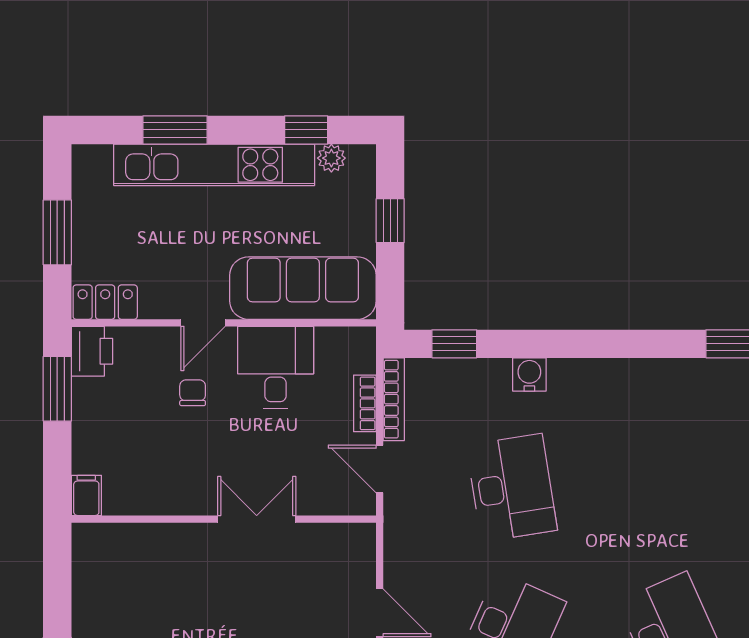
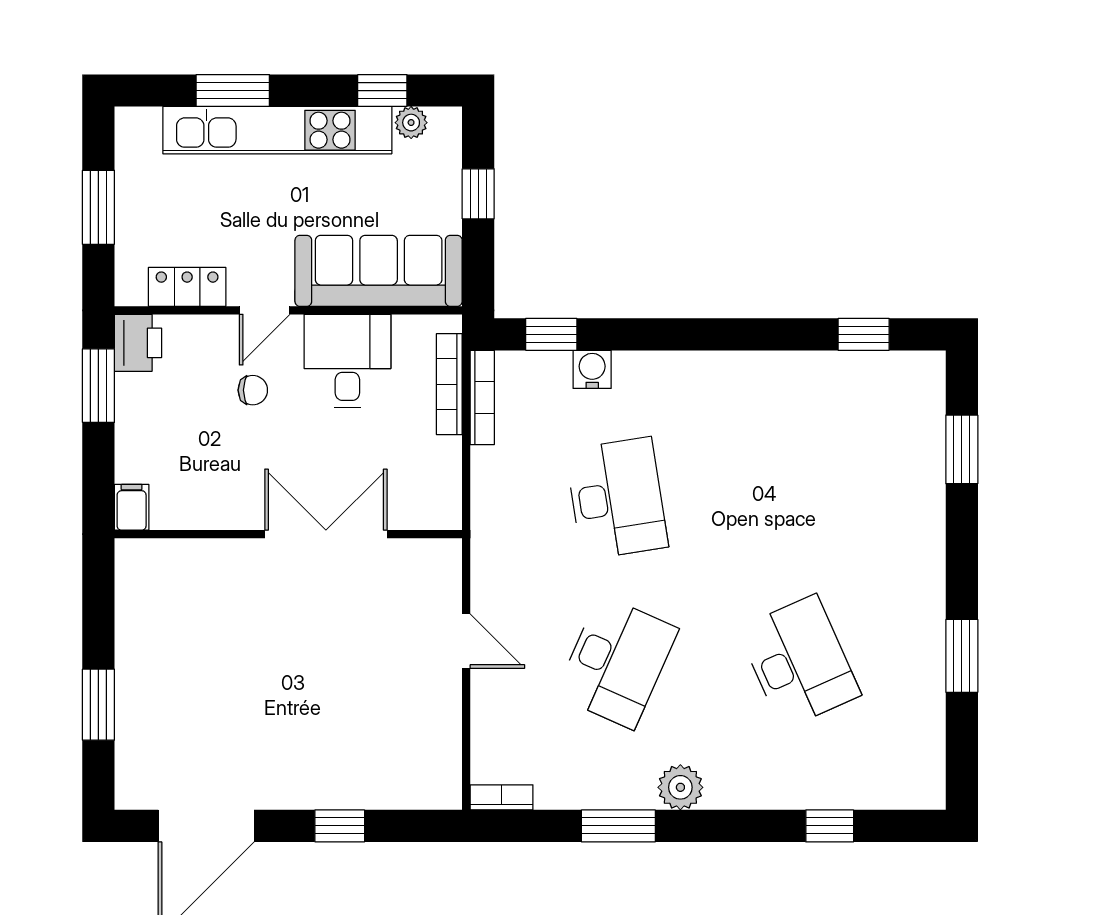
locker: (105, 302) -> (187, 287), moved
water cooler: (529, 375) -> (592, 369), moved
chair: (193, 393) -> (253, 390), turned 90
bookcase: (365, 403) -> (449, 384), width x1.56
door: (380, 469) -> (466, 477), removed
double door: (257, 519) -> (326, 534), width x1.37

